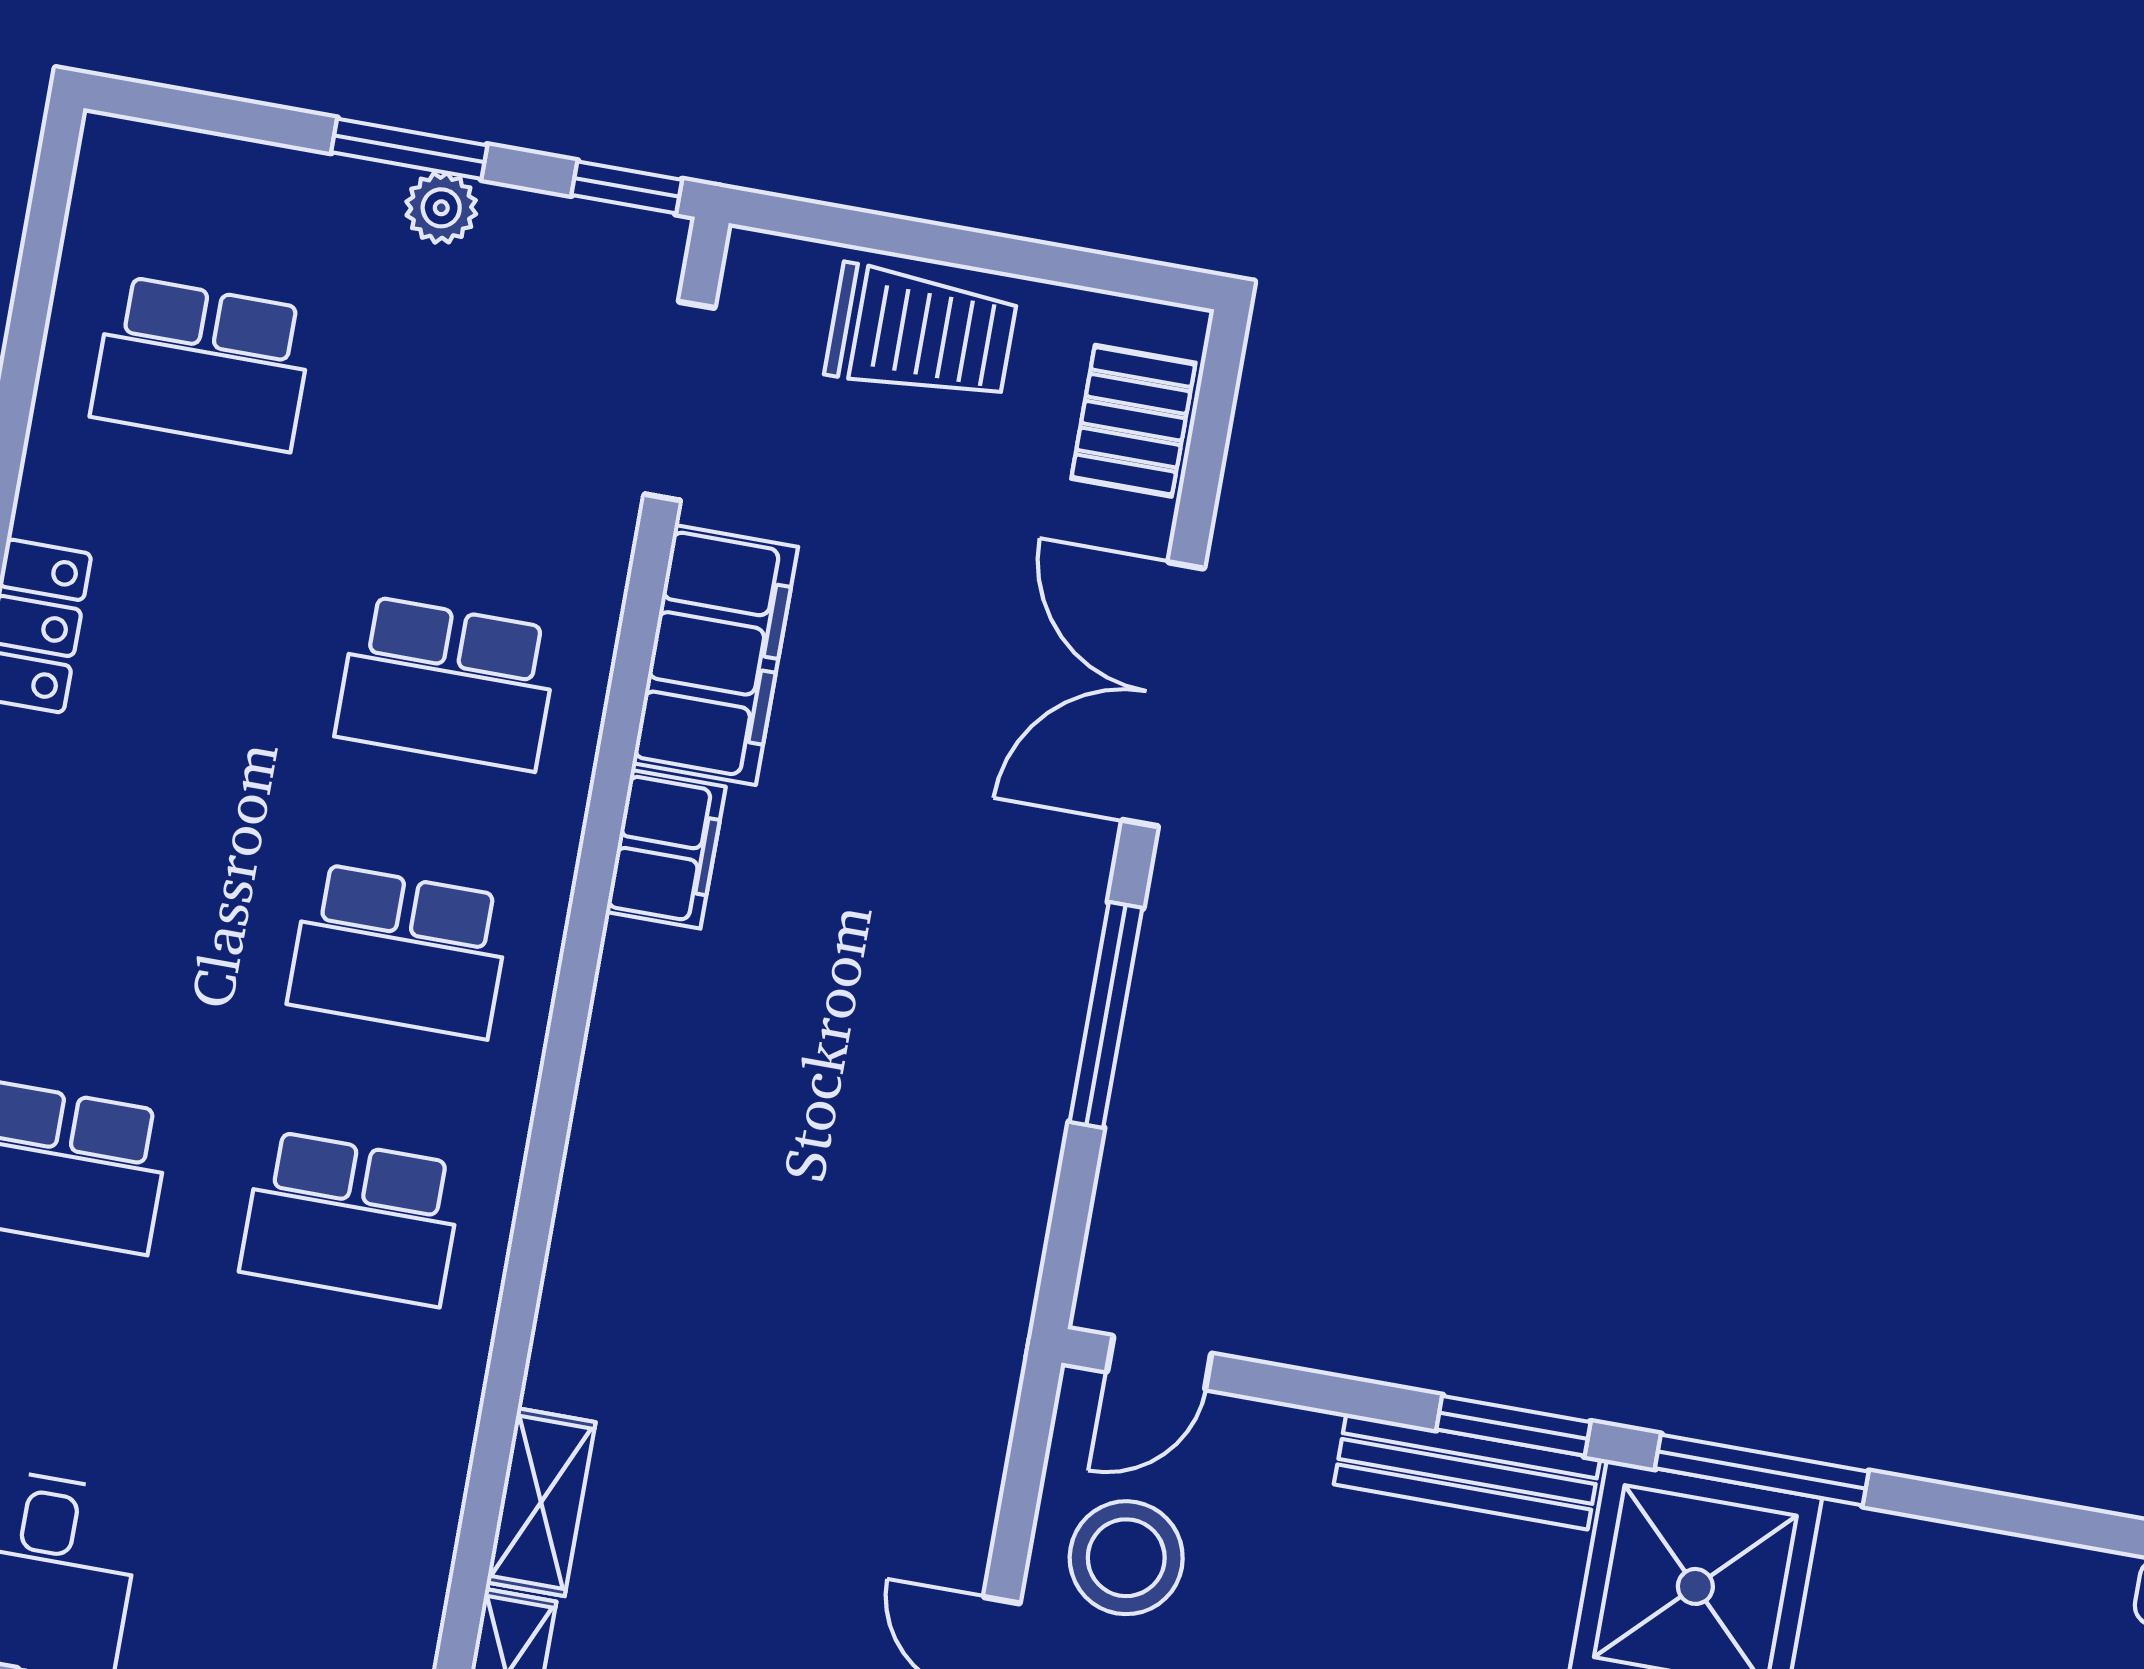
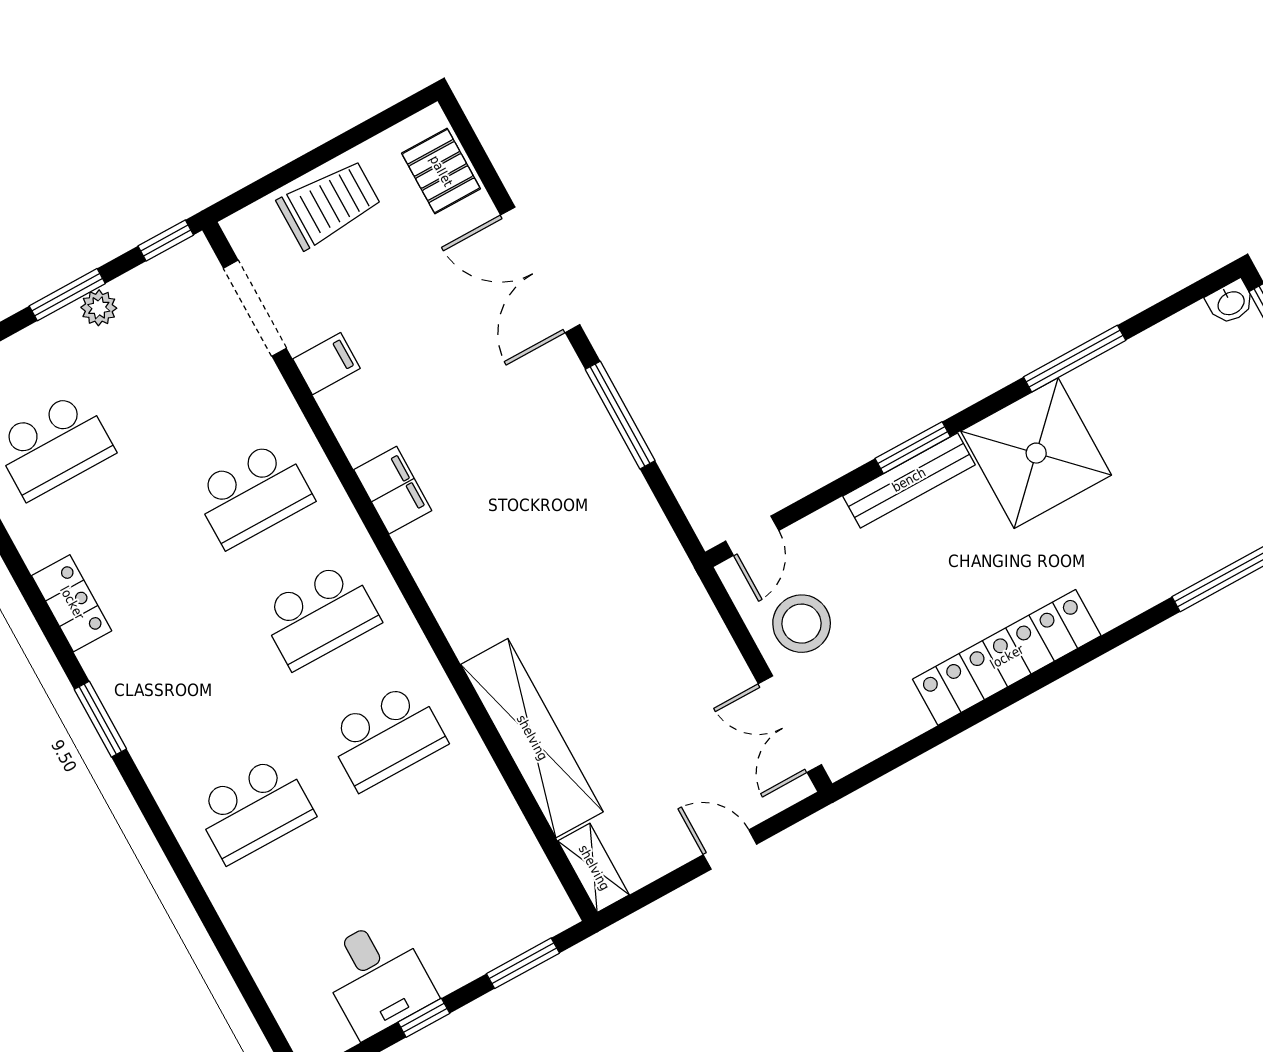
filing cabinet: (715, 655) -> (326, 364), width x0.33, depth x0.86
window: (1762, 1470) -> (1075, 359), moved
shelving: (541, 1502) -> (532, 738), width x2.20, depth x1.33

